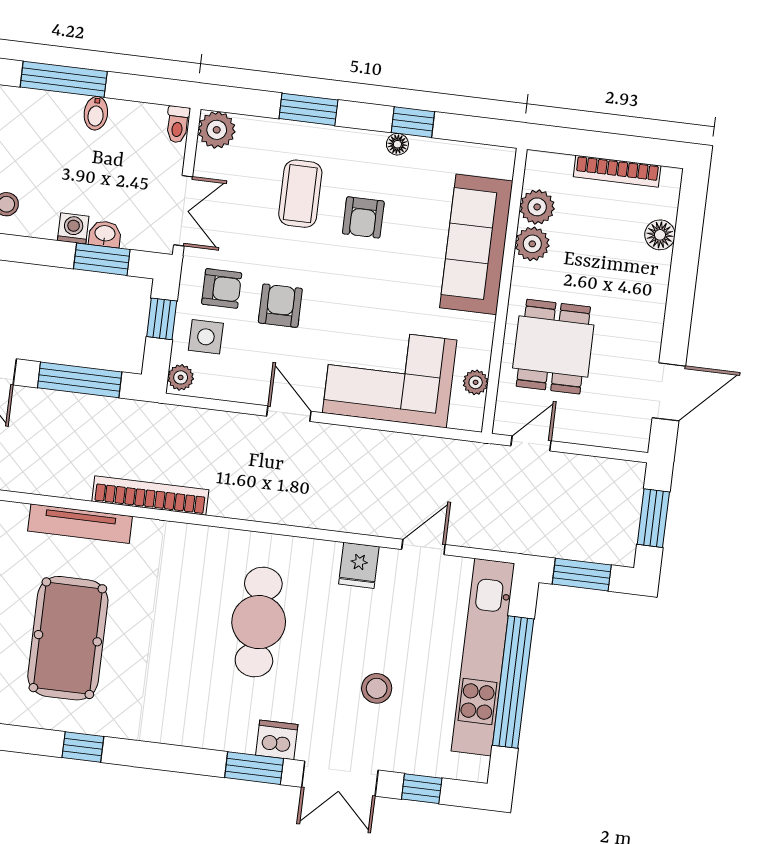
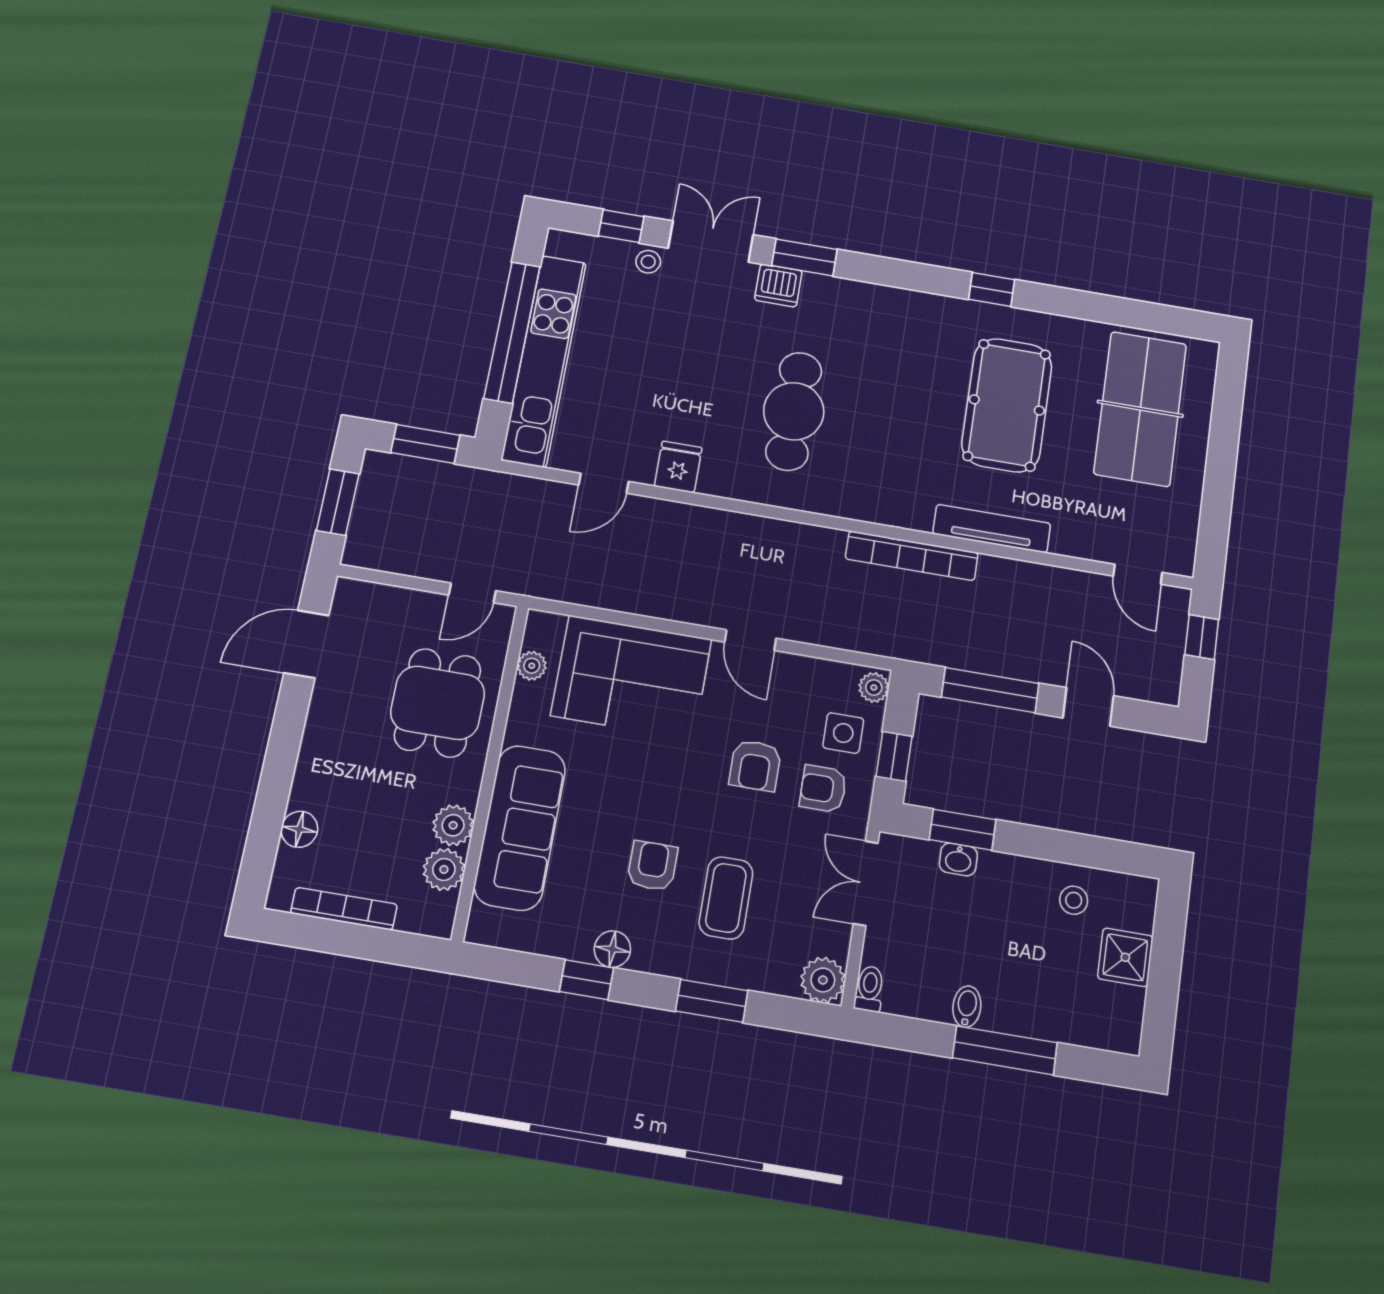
floor lamp: (397, 144) -> (612, 949), width x1.37, depth x1.37
washing machine: (73, 228) -> (996, 868), removed
stool: (377, 688) -> (648, 262), moved, width x0.73, depth x0.73

